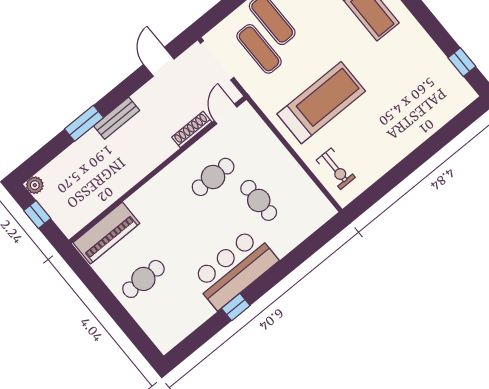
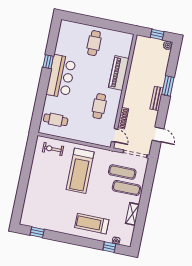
cafe table: (259, 200) -> (56, 120), moved
piano: (106, 233) -> (119, 73), moved

